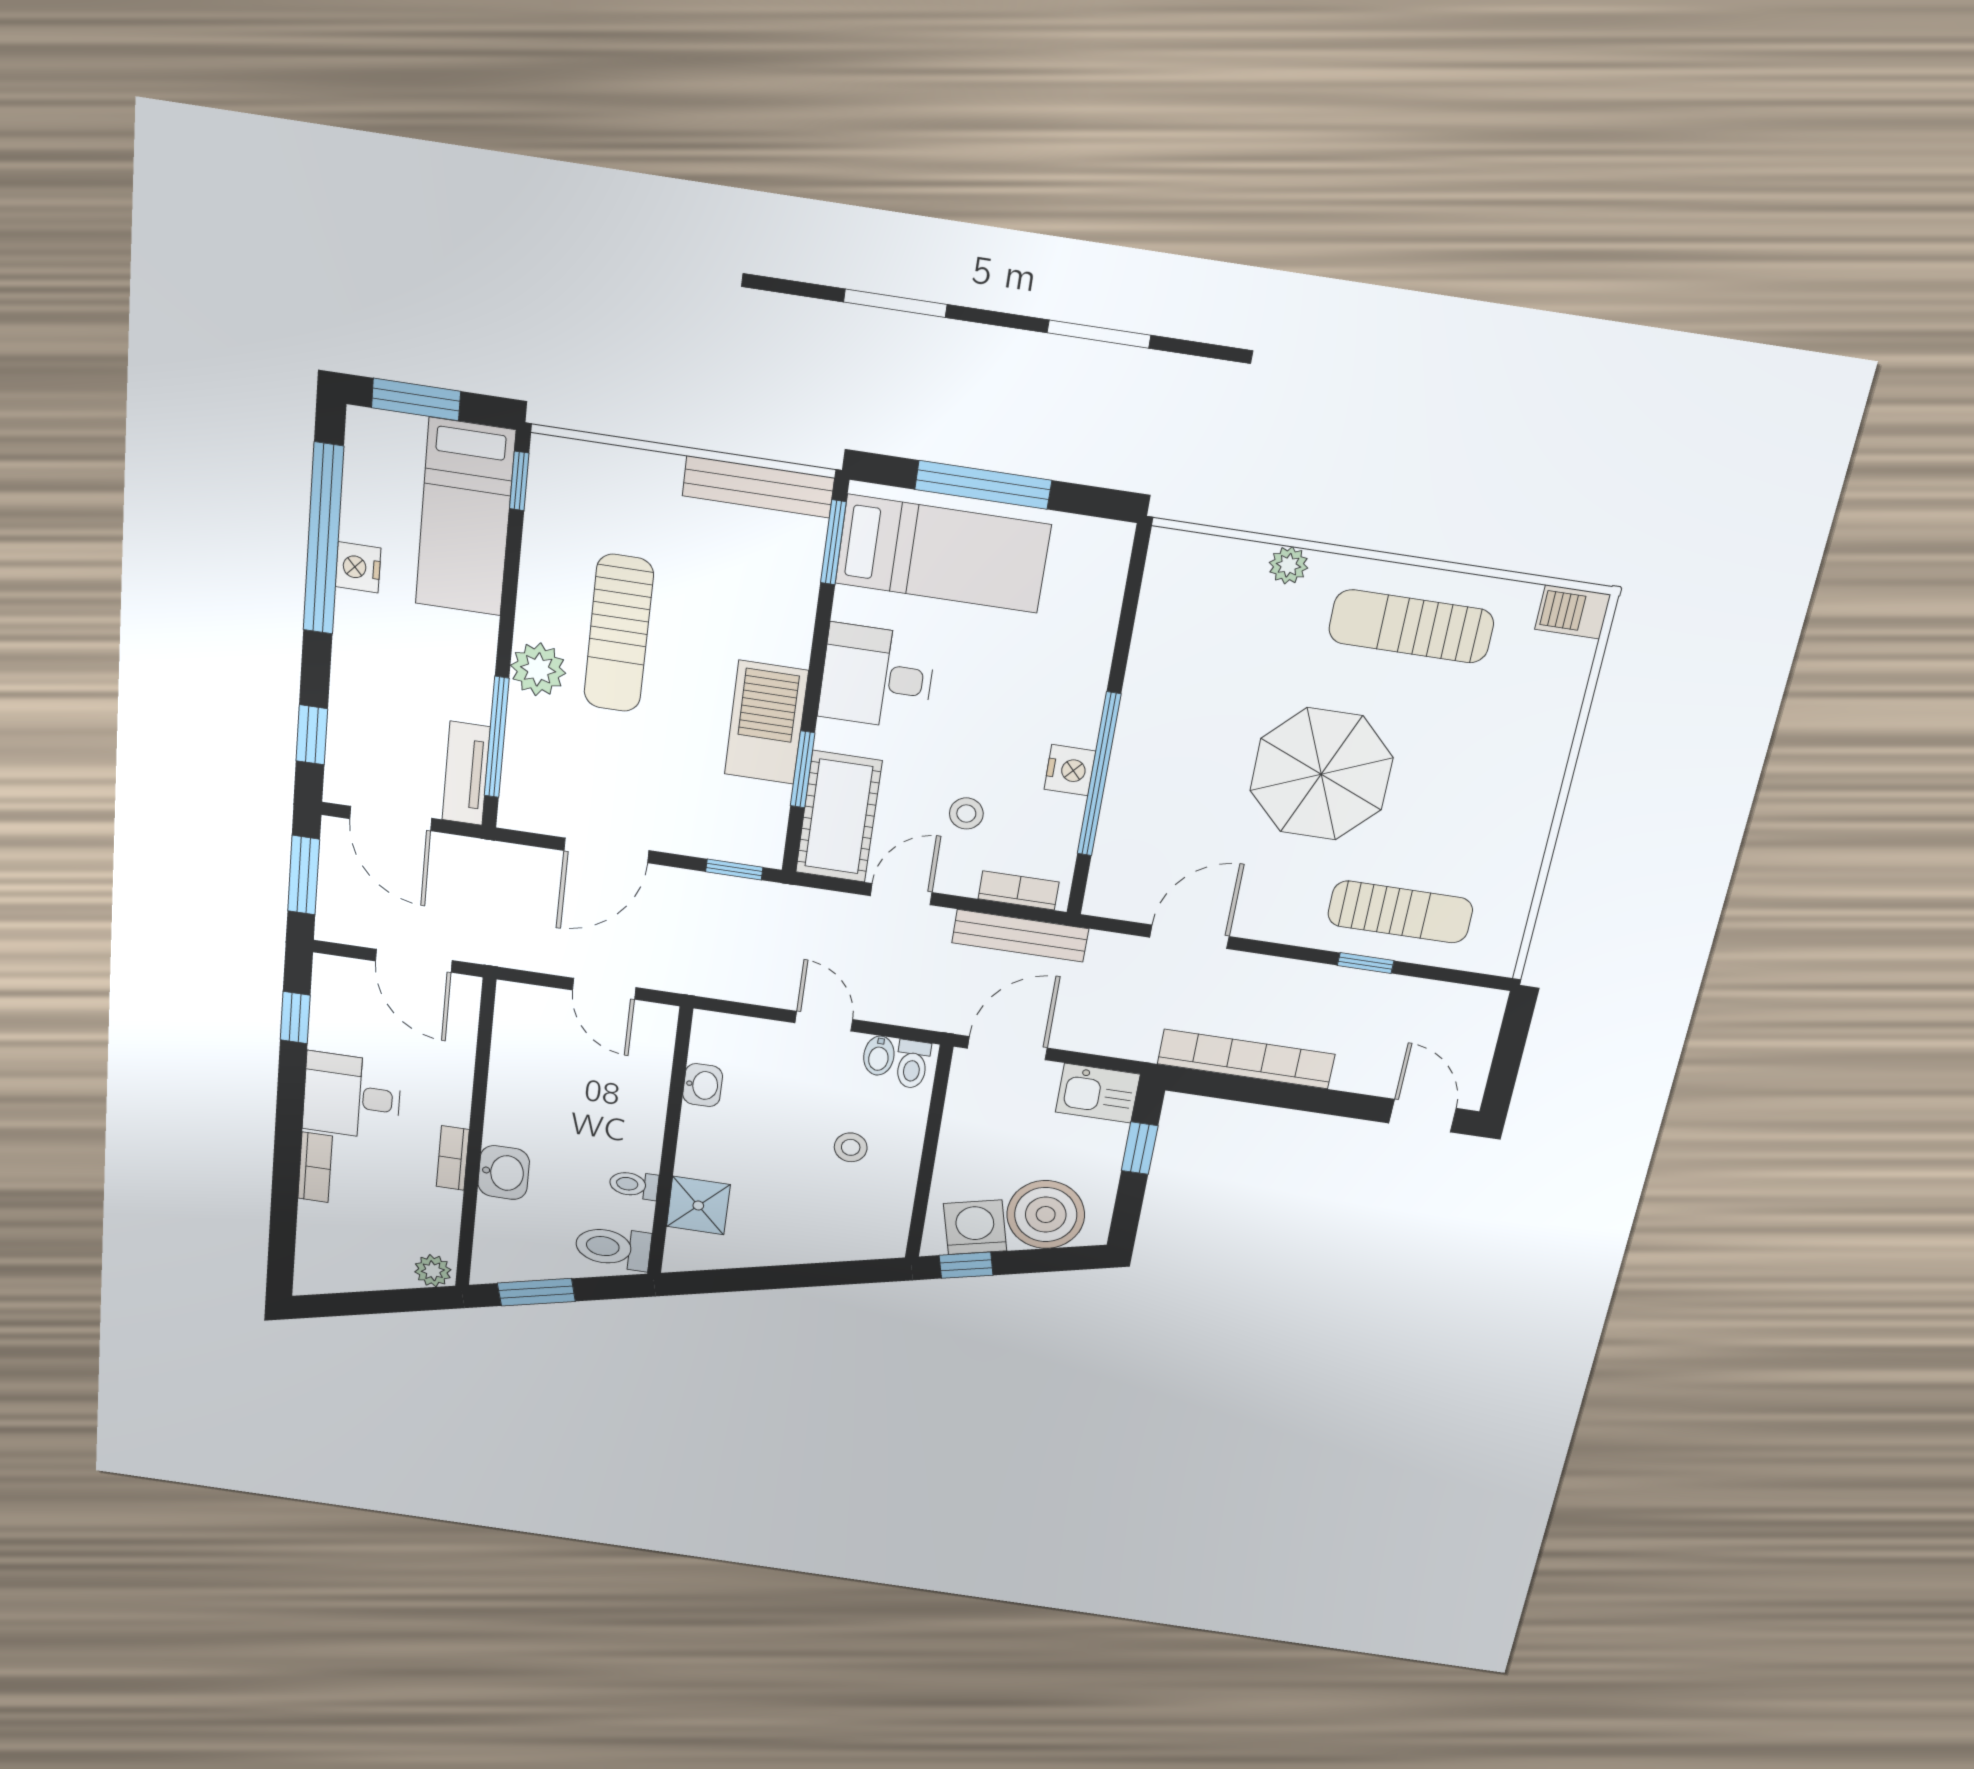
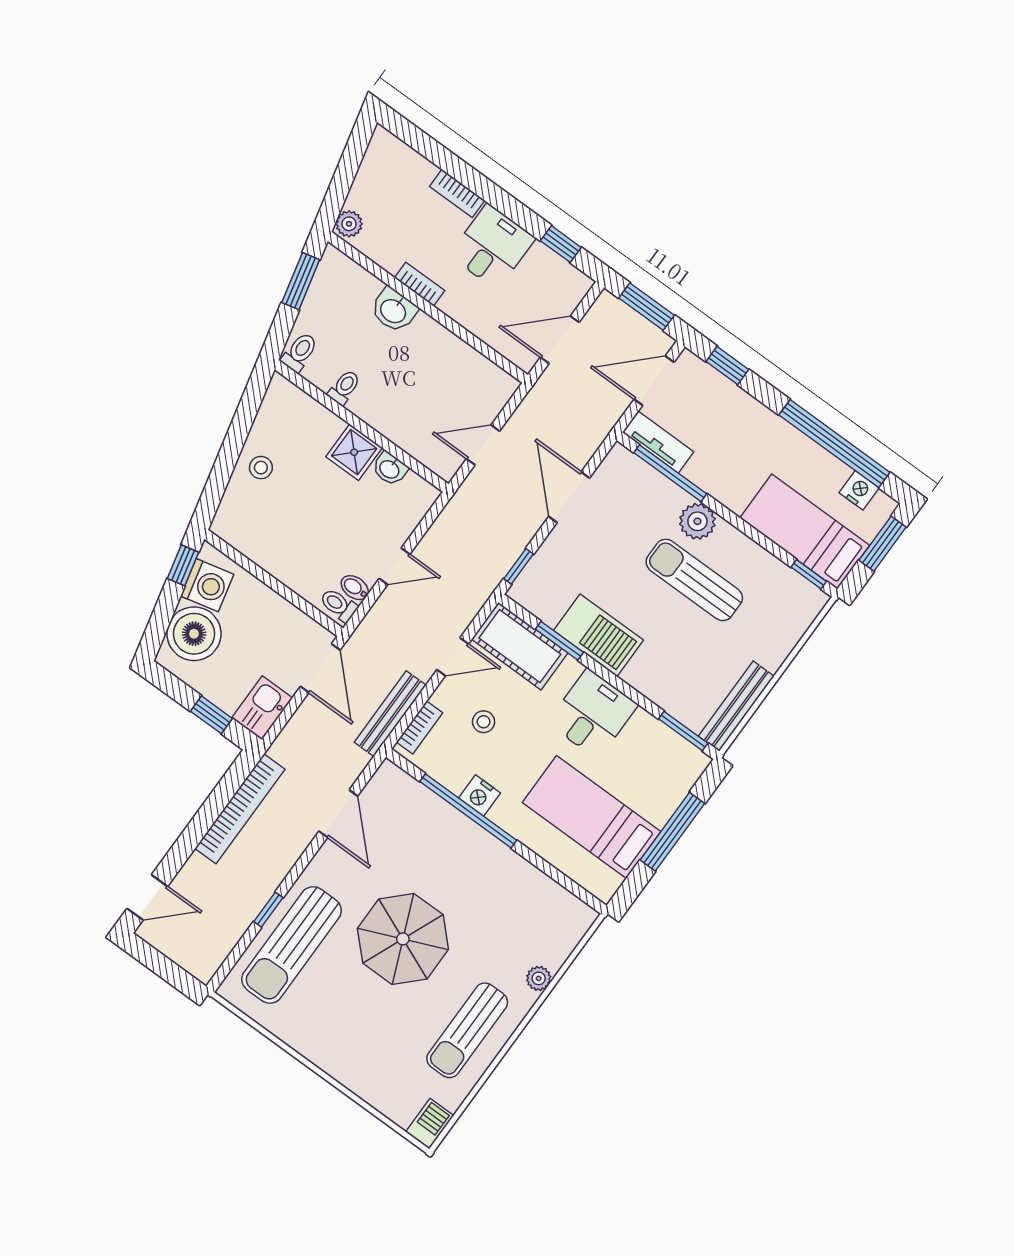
bed: (943, 554) -> (592, 817), moved, turned 90
nightstand: (358, 567) -> (859, 490), moved
sun lounger: (1411, 626) -> (467, 1030), turned 180
door: (901, 894) -> (453, 657), hinge flipped
sun lounger: (1400, 912) -> (292, 945), width x1.36, depth x1.34
stool: (851, 1147) -> (261, 468), moved
shower: (698, 1205) -> (354, 452), moved
toilet: (613, 1248) -> (300, 352), width x0.73, depth x0.72

